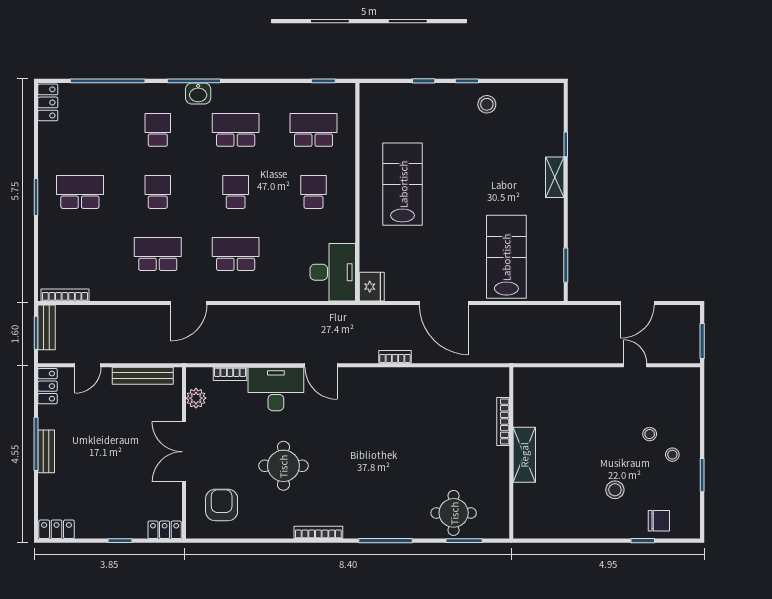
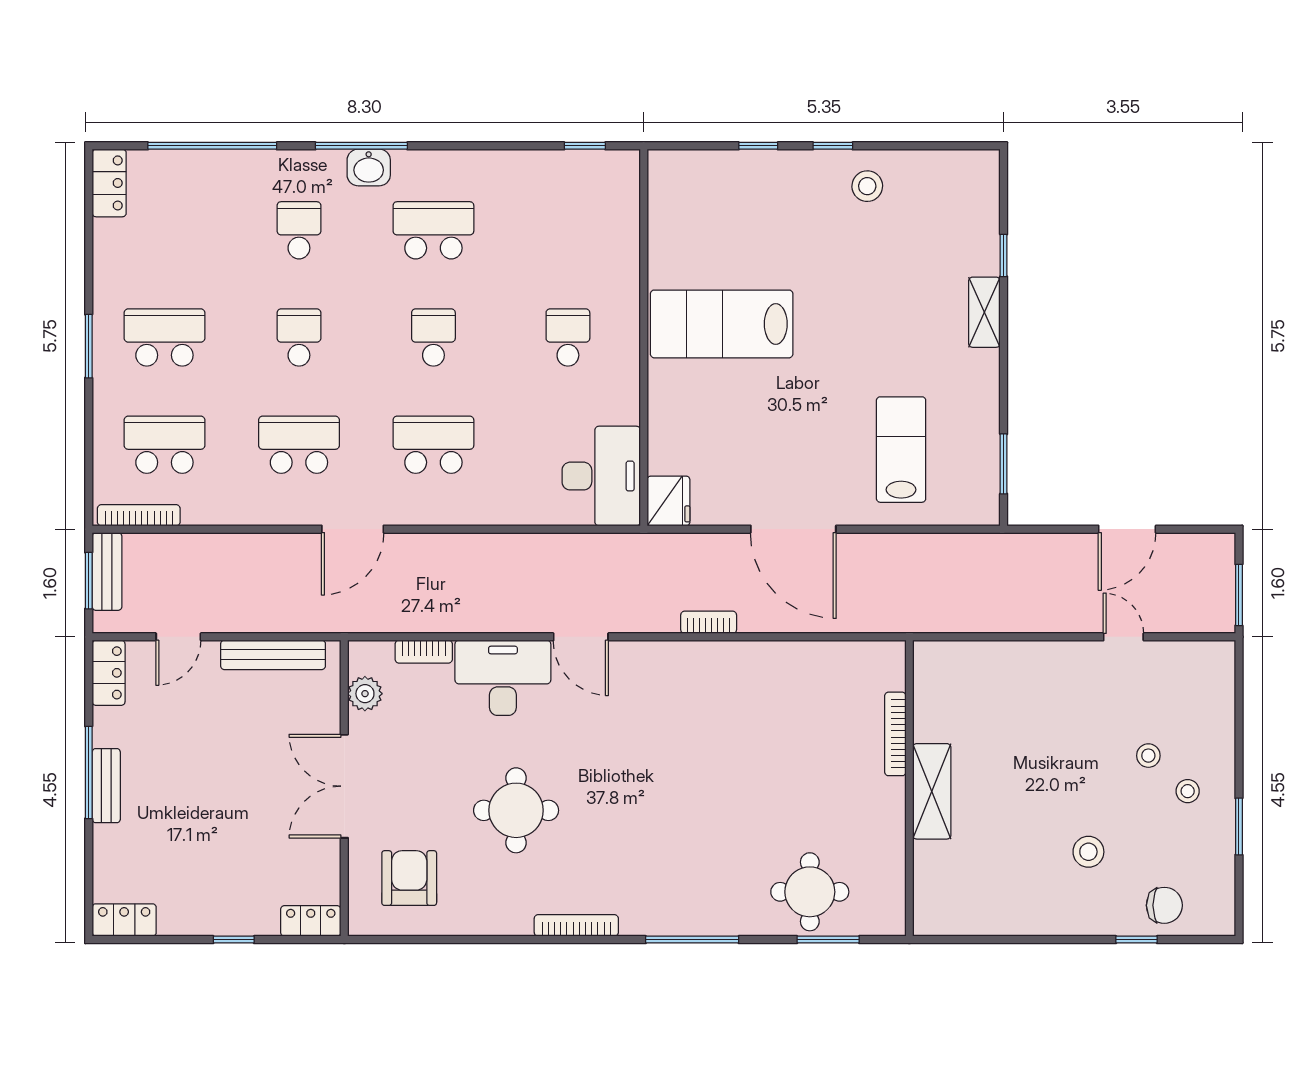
school desk: (313, 130) -> (164, 445), moved
lab bench: (403, 184) -> (722, 324), turned -90
lab bench: (506, 257) -> (901, 450), width x0.73, depth x0.72

